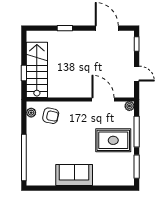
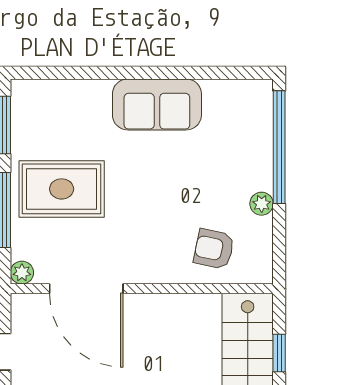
door: (103, 99) -> (86, 289), width x1.36
plant: (31, 113) -> (262, 204), moved

